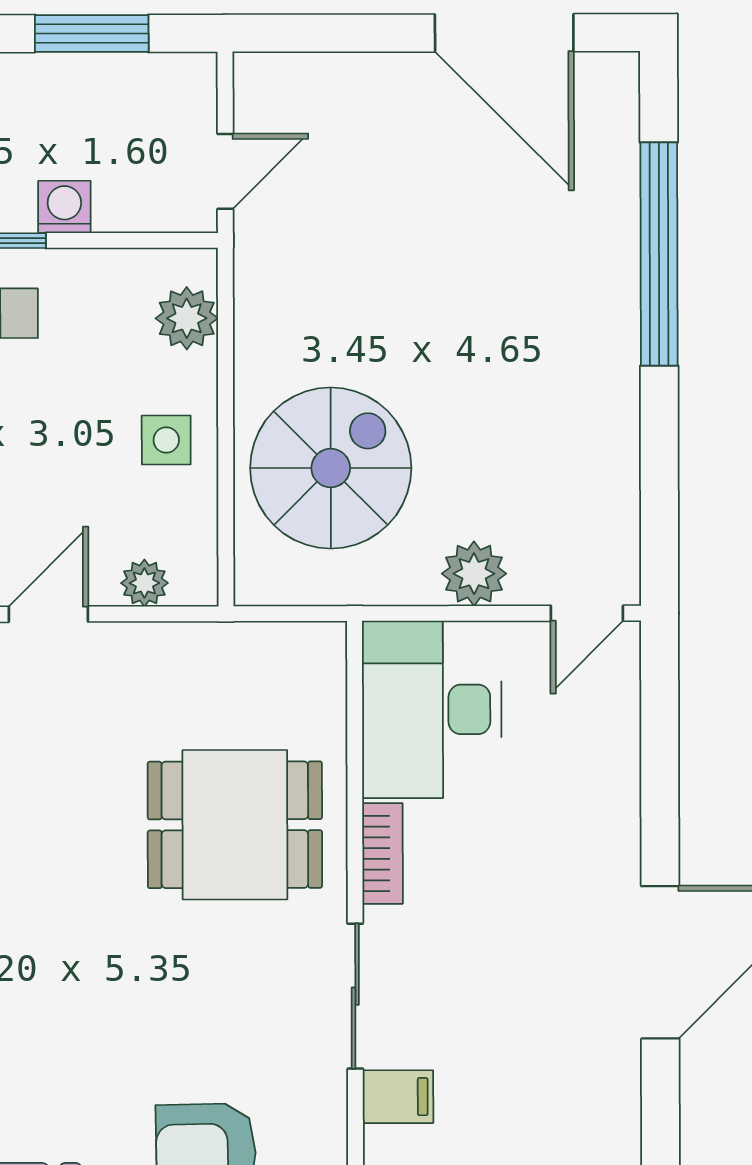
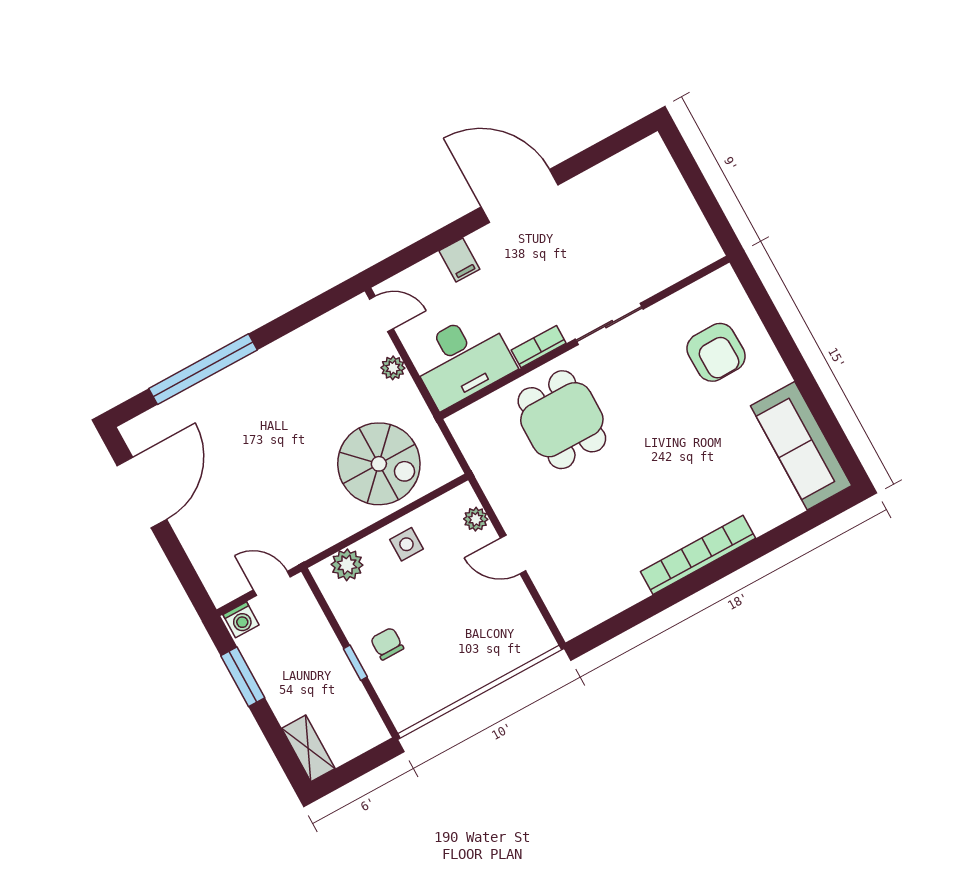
washing machine: (64, 207) -> (241, 620), moved, turned -90
spiral stairs: (331, 468) -> (379, 464), turned 180
plant: (474, 574) -> (393, 368), width x0.73, depth x0.73
filing cabinet: (398, 1097) -> (459, 260), moved, turned 180

